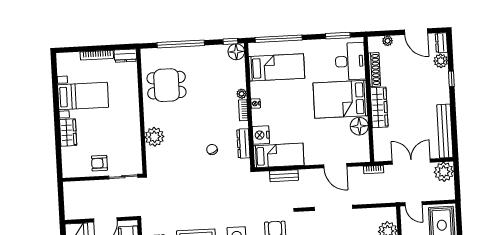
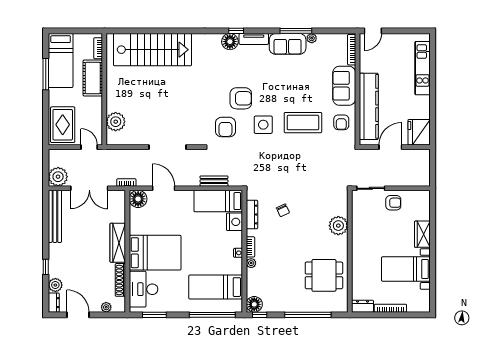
floor lamp: (359, 126) -> (138, 199), moved

